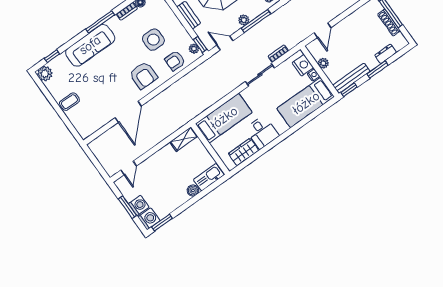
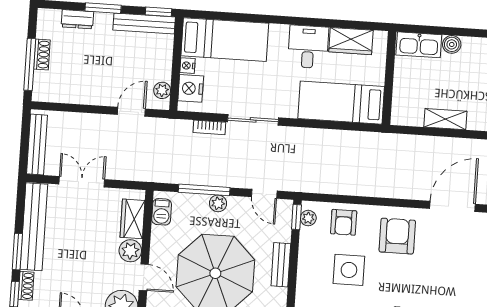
shoe rack: (389, 23) -> (42, 54), width x0.70
armchair: (175, 61) -> (344, 222), turned 90
plant: (323, 63) -> (162, 90), moved
shelving: (184, 139) -> (445, 119), moved

